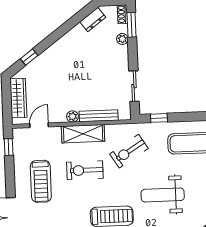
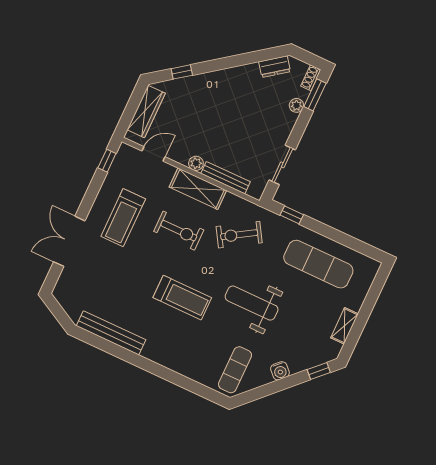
exercise bike: (85, 170) -> (179, 231), turned 180

